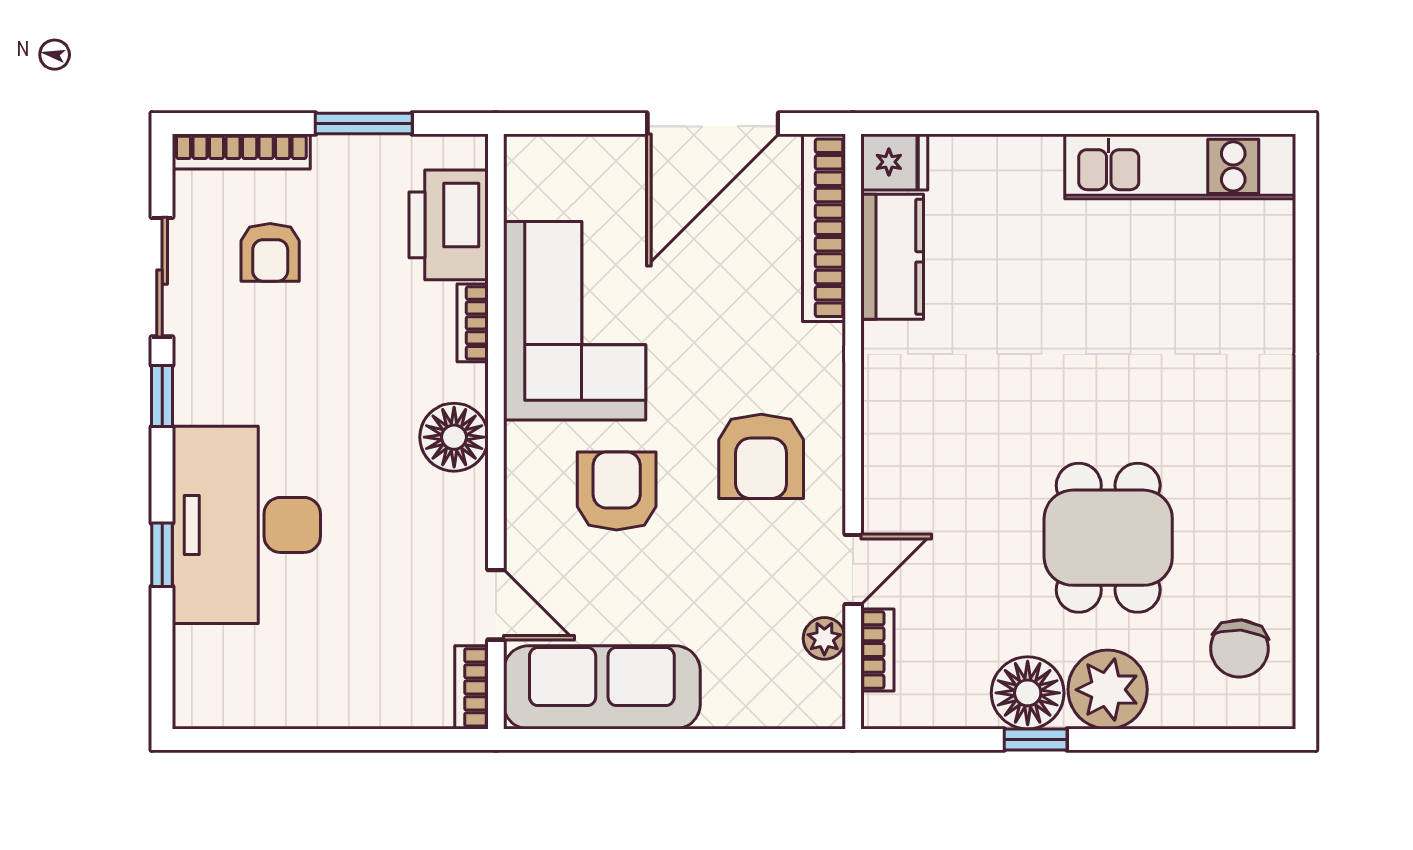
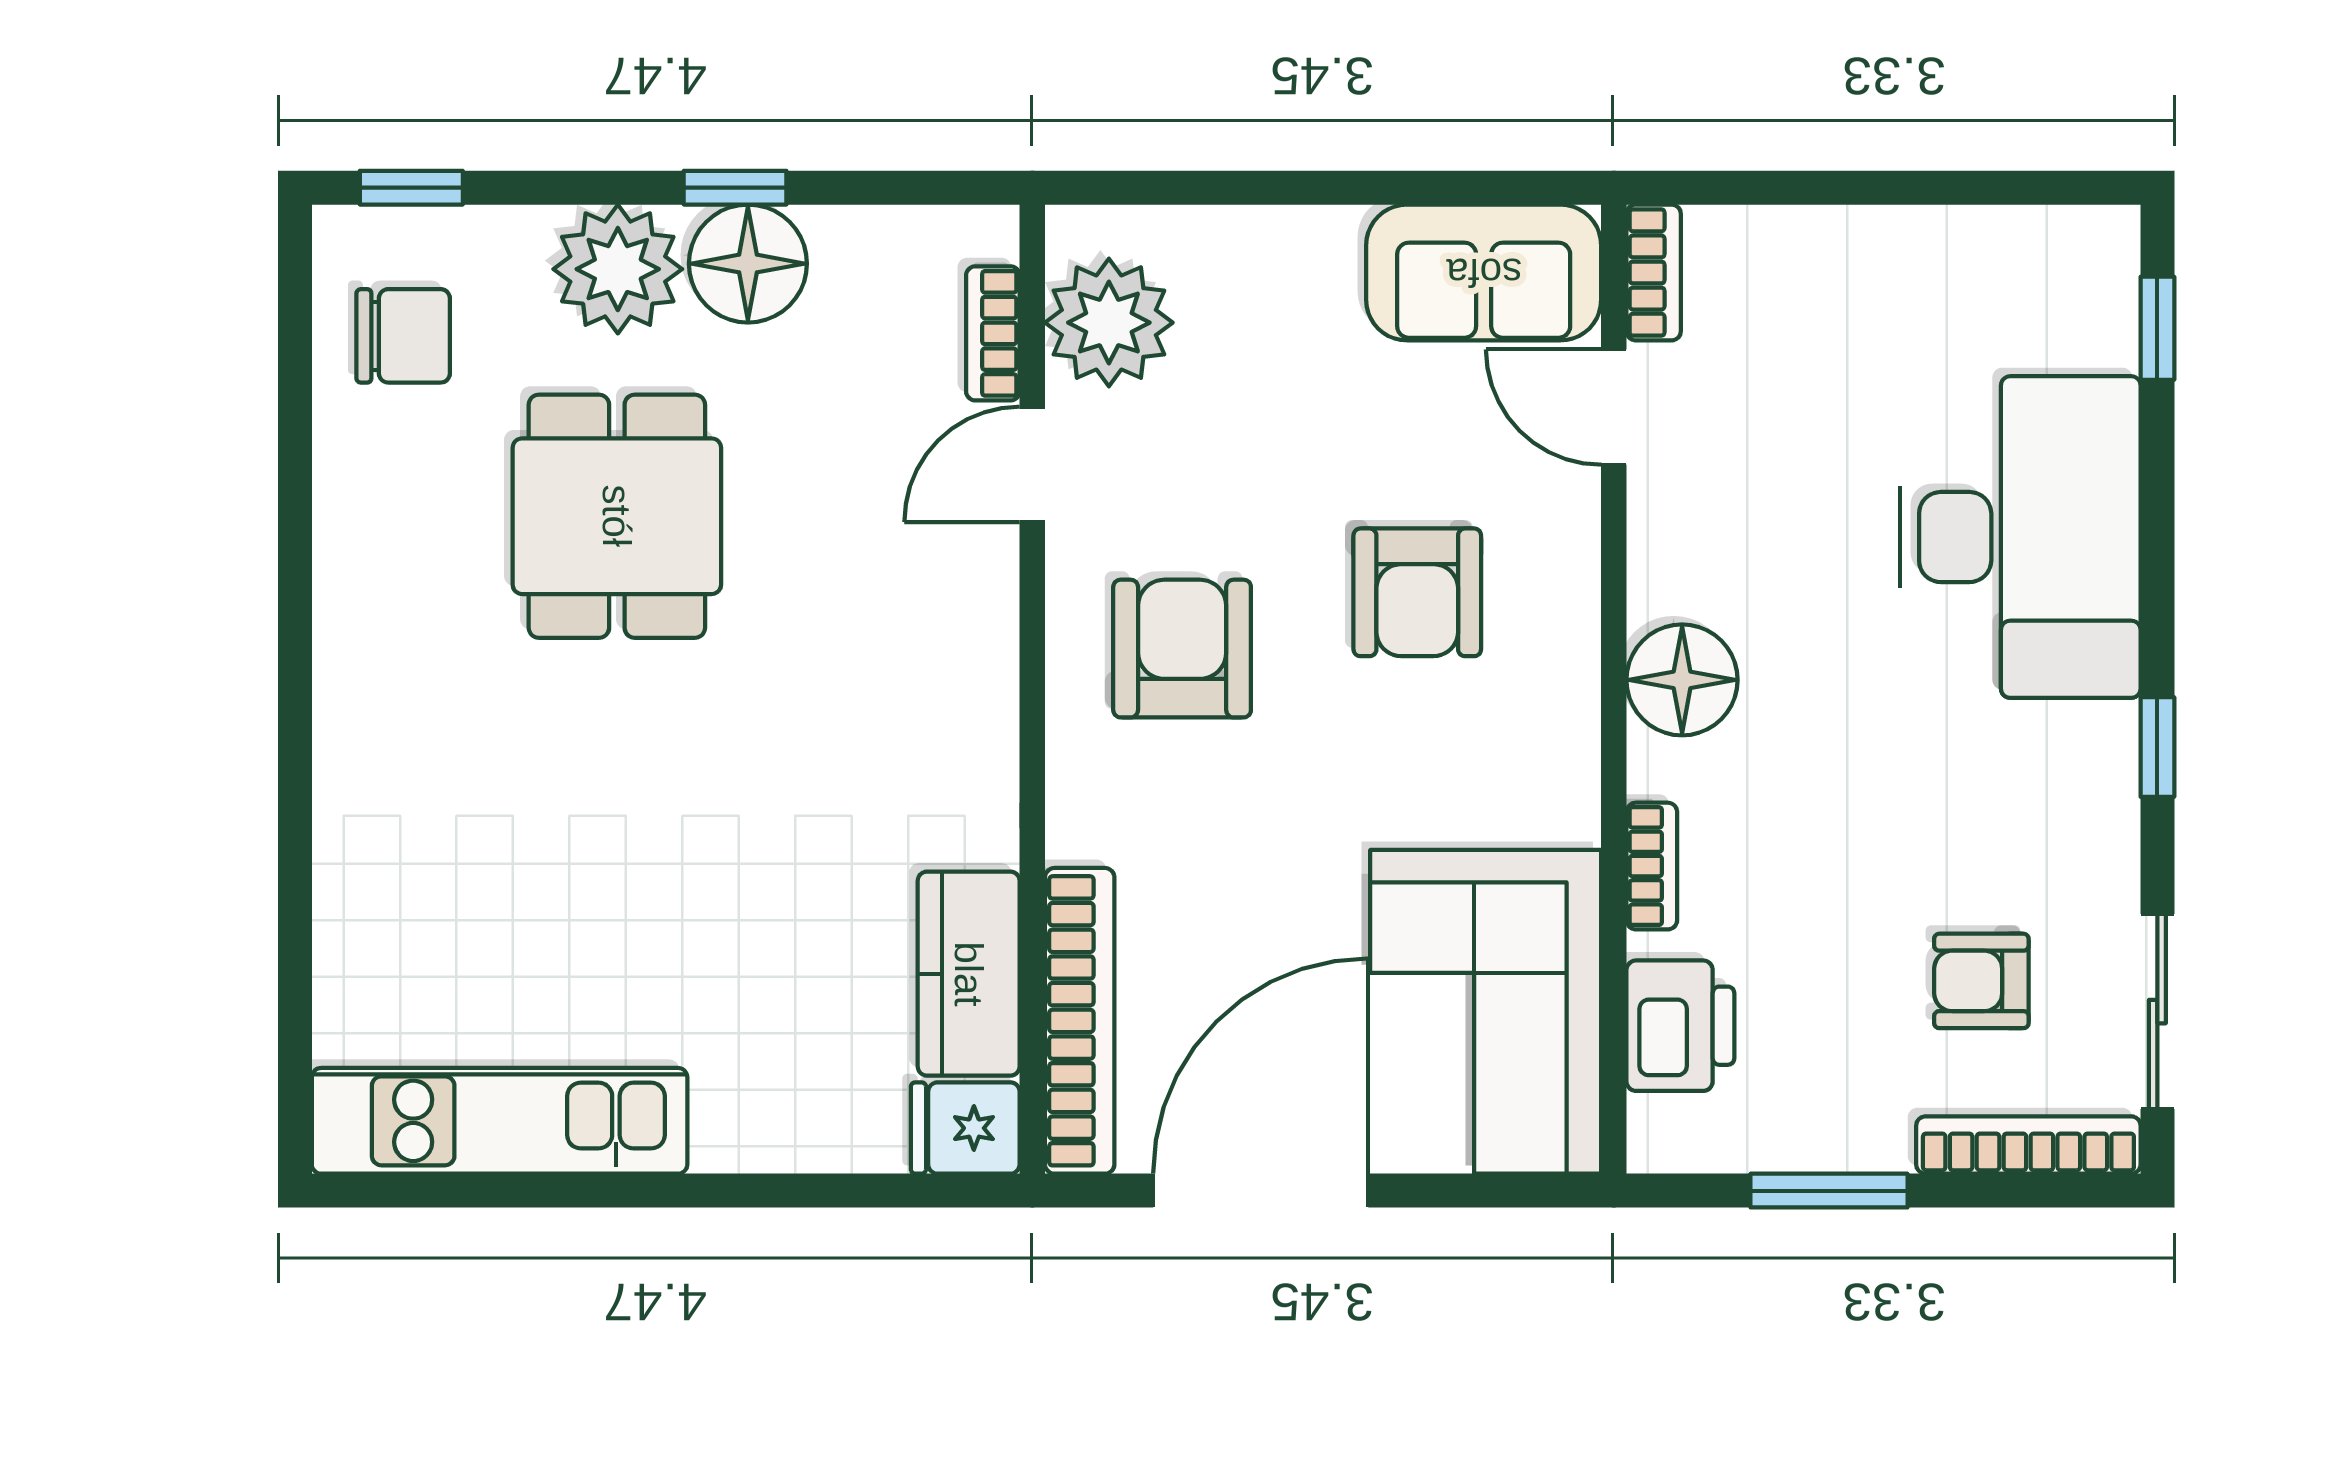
printer: (449, 225) -> (1680, 1026), width x0.73, depth x0.84
armchair: (270, 252) -> (1981, 981), turned -90
sliding door: (162, 277) -> (2157, 1012), moved
corner sofa: (575, 321) -> (1486, 1012), moved
window: (162, 555) -> (2157, 328), moved
plant: (824, 638) -> (1109, 323), width x1.88, depth x1.88
chair: (1239, 648) -> (403, 336), turned 85
sofa: (602, 687) -> (1484, 273), width x0.73
window: (1234, 739) -> (411, 188), added

